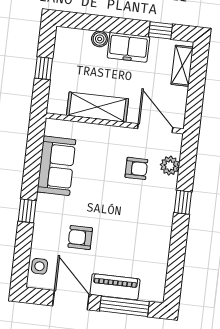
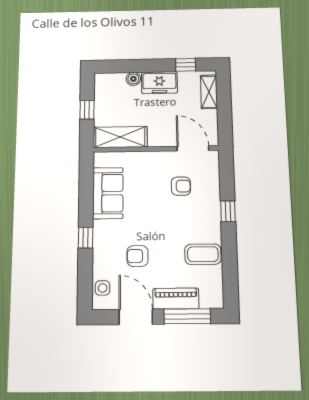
shelving: (97, 107) -> (120, 137), moved
plant: (170, 166) -> (211, 180), removed
coffee table: (150, 244) -> (203, 254), added

